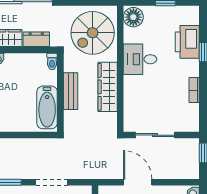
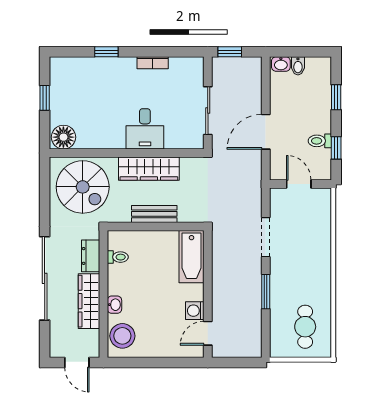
printer: (187, 42) -> (94, 71), removed
desk: (140, 59) -> (145, 129), moved
toilet: (52, 61) -> (118, 257), moved
bathtub: (47, 107) -> (191, 257), moved, turned 90

